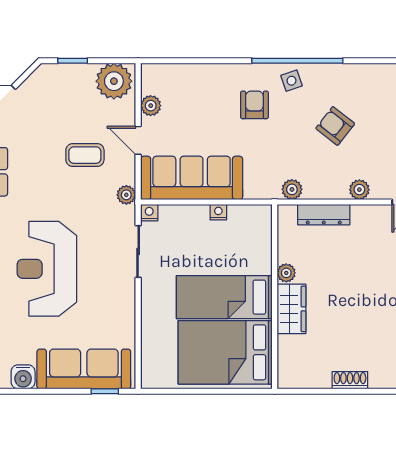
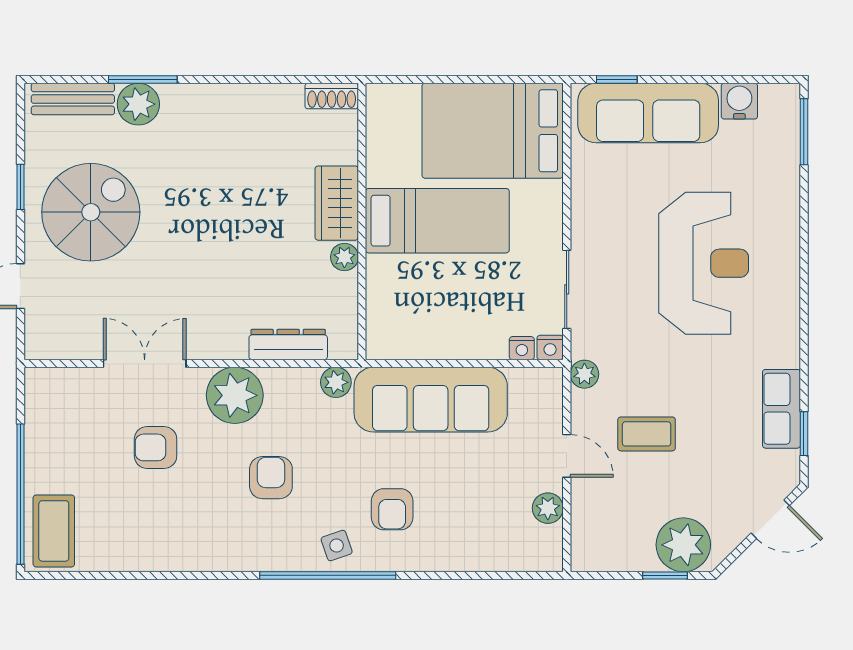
plant: (114, 81) -> (683, 545), moved
armchair: (335, 126) -> (271, 478), turned -128
sofa: (192, 178) -> (431, 400), moved
plant: (359, 190) -> (235, 395), width x1.88, depth x1.88
nightstand: (218, 212) -> (522, 348), moved
bed: (225, 352) -> (493, 131), moved, turned 180
shoe rack: (350, 380) -> (332, 96), moved

